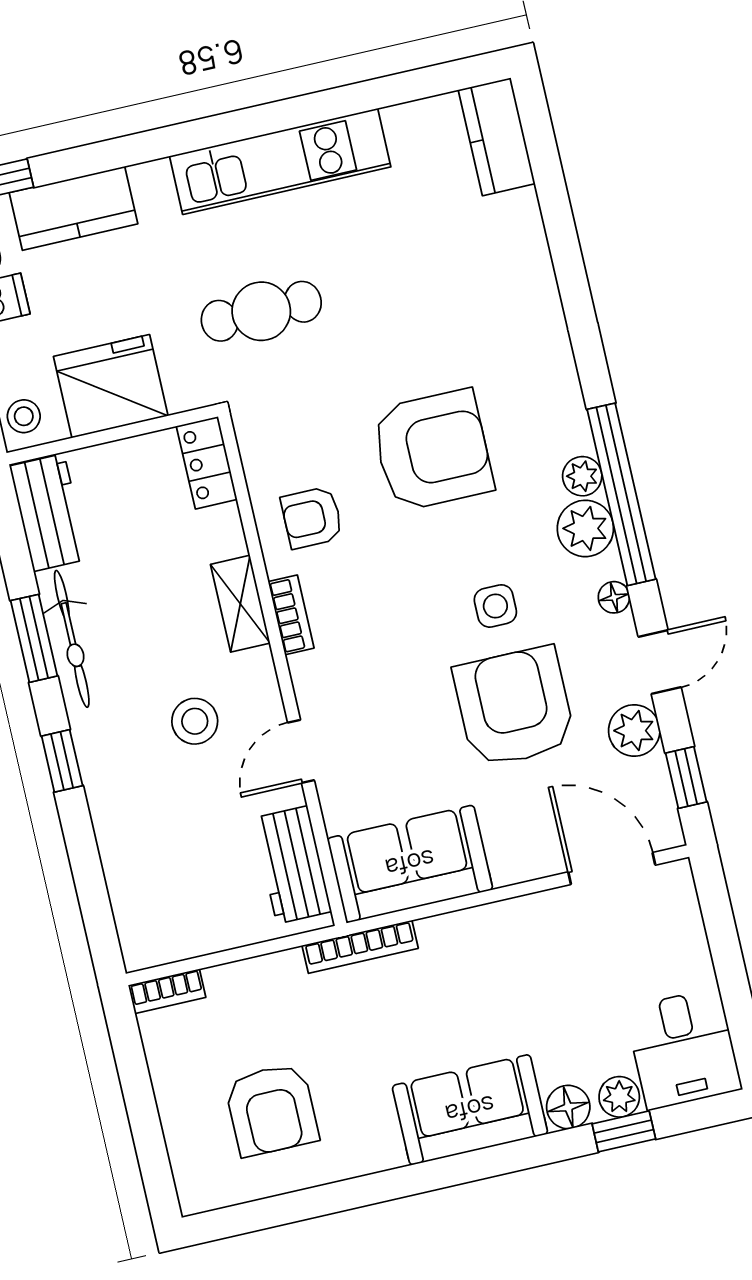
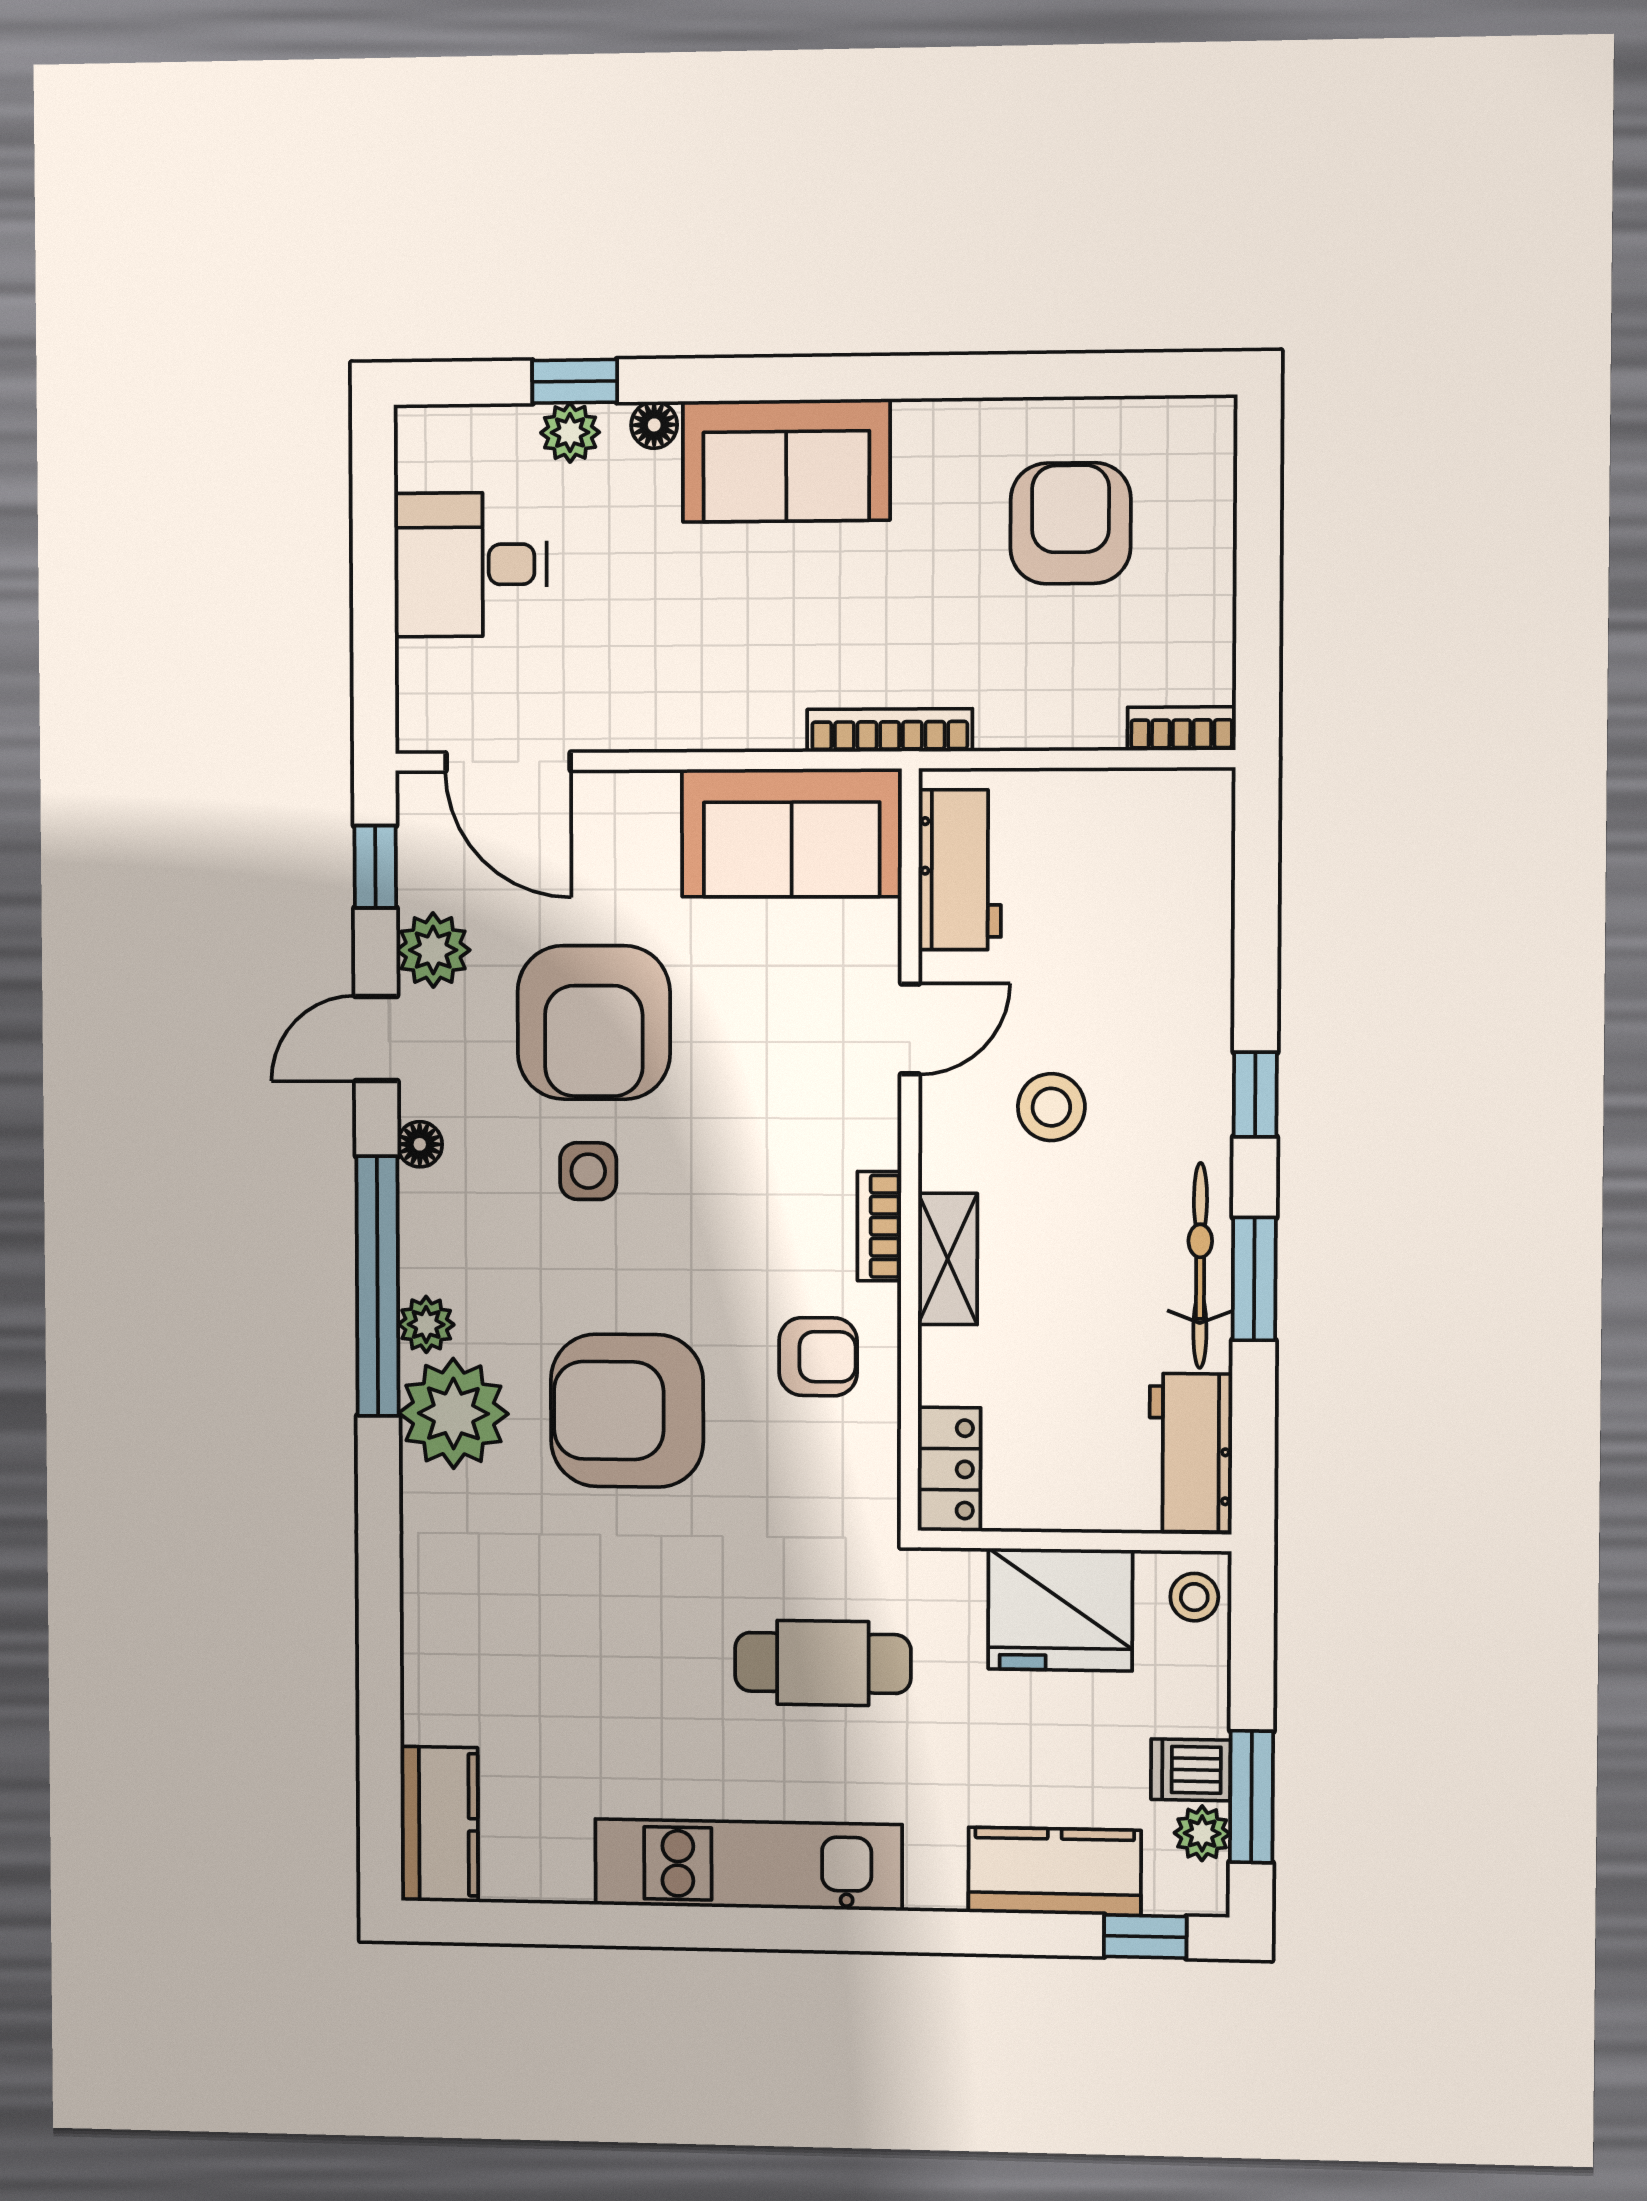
plant: (585, 528) -> (453, 1413), moved, width x1.36, depth x1.36
desk: (683, 1049) -> (470, 565), moved, turned -90
floor lamp: (568, 1107) -> (654, 425), width x0.73, depth x0.73

